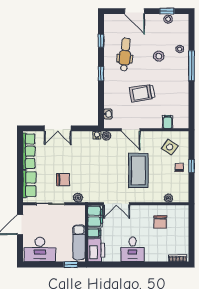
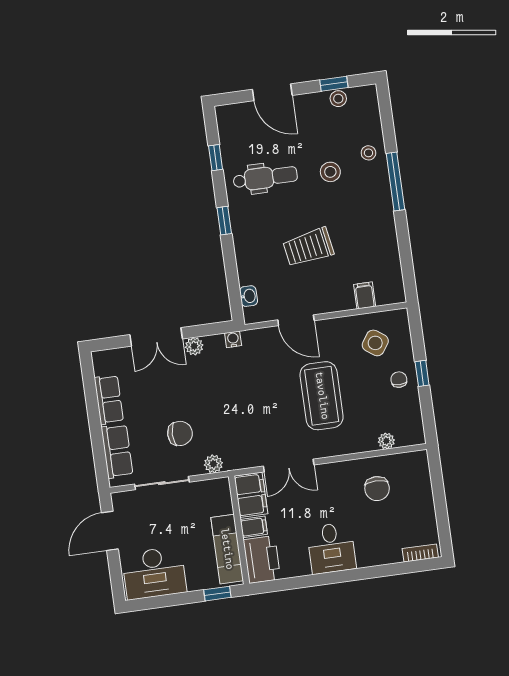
dental chair: (125, 54) -> (265, 178), turned 85
plant: (106, 136) -> (194, 346), moved
row of seats: (29, 151) -> (109, 400), width x0.68

